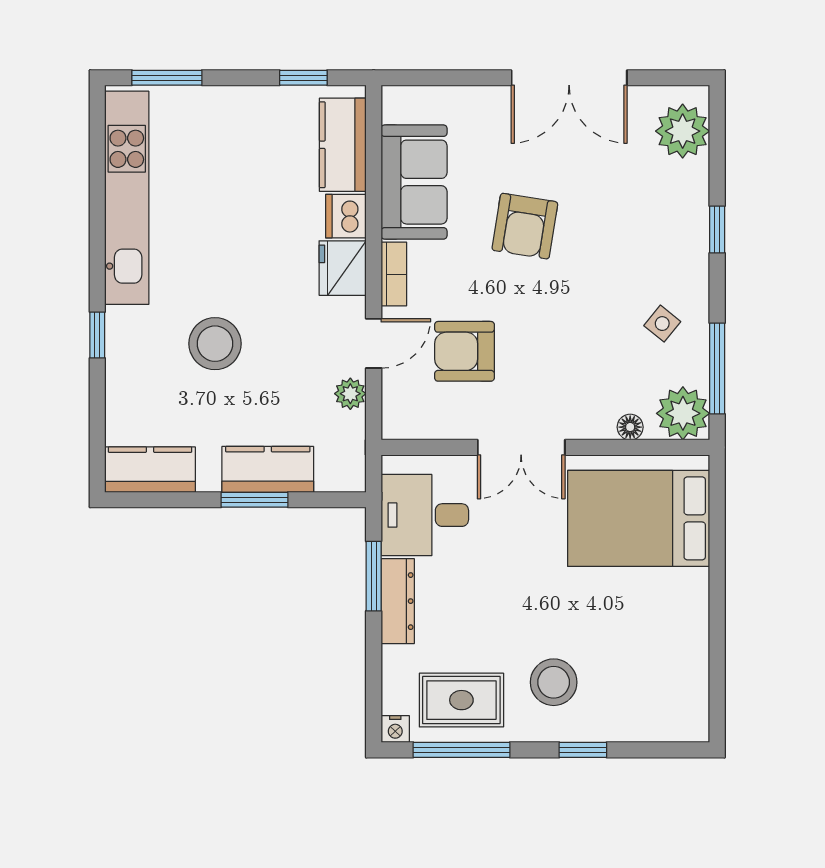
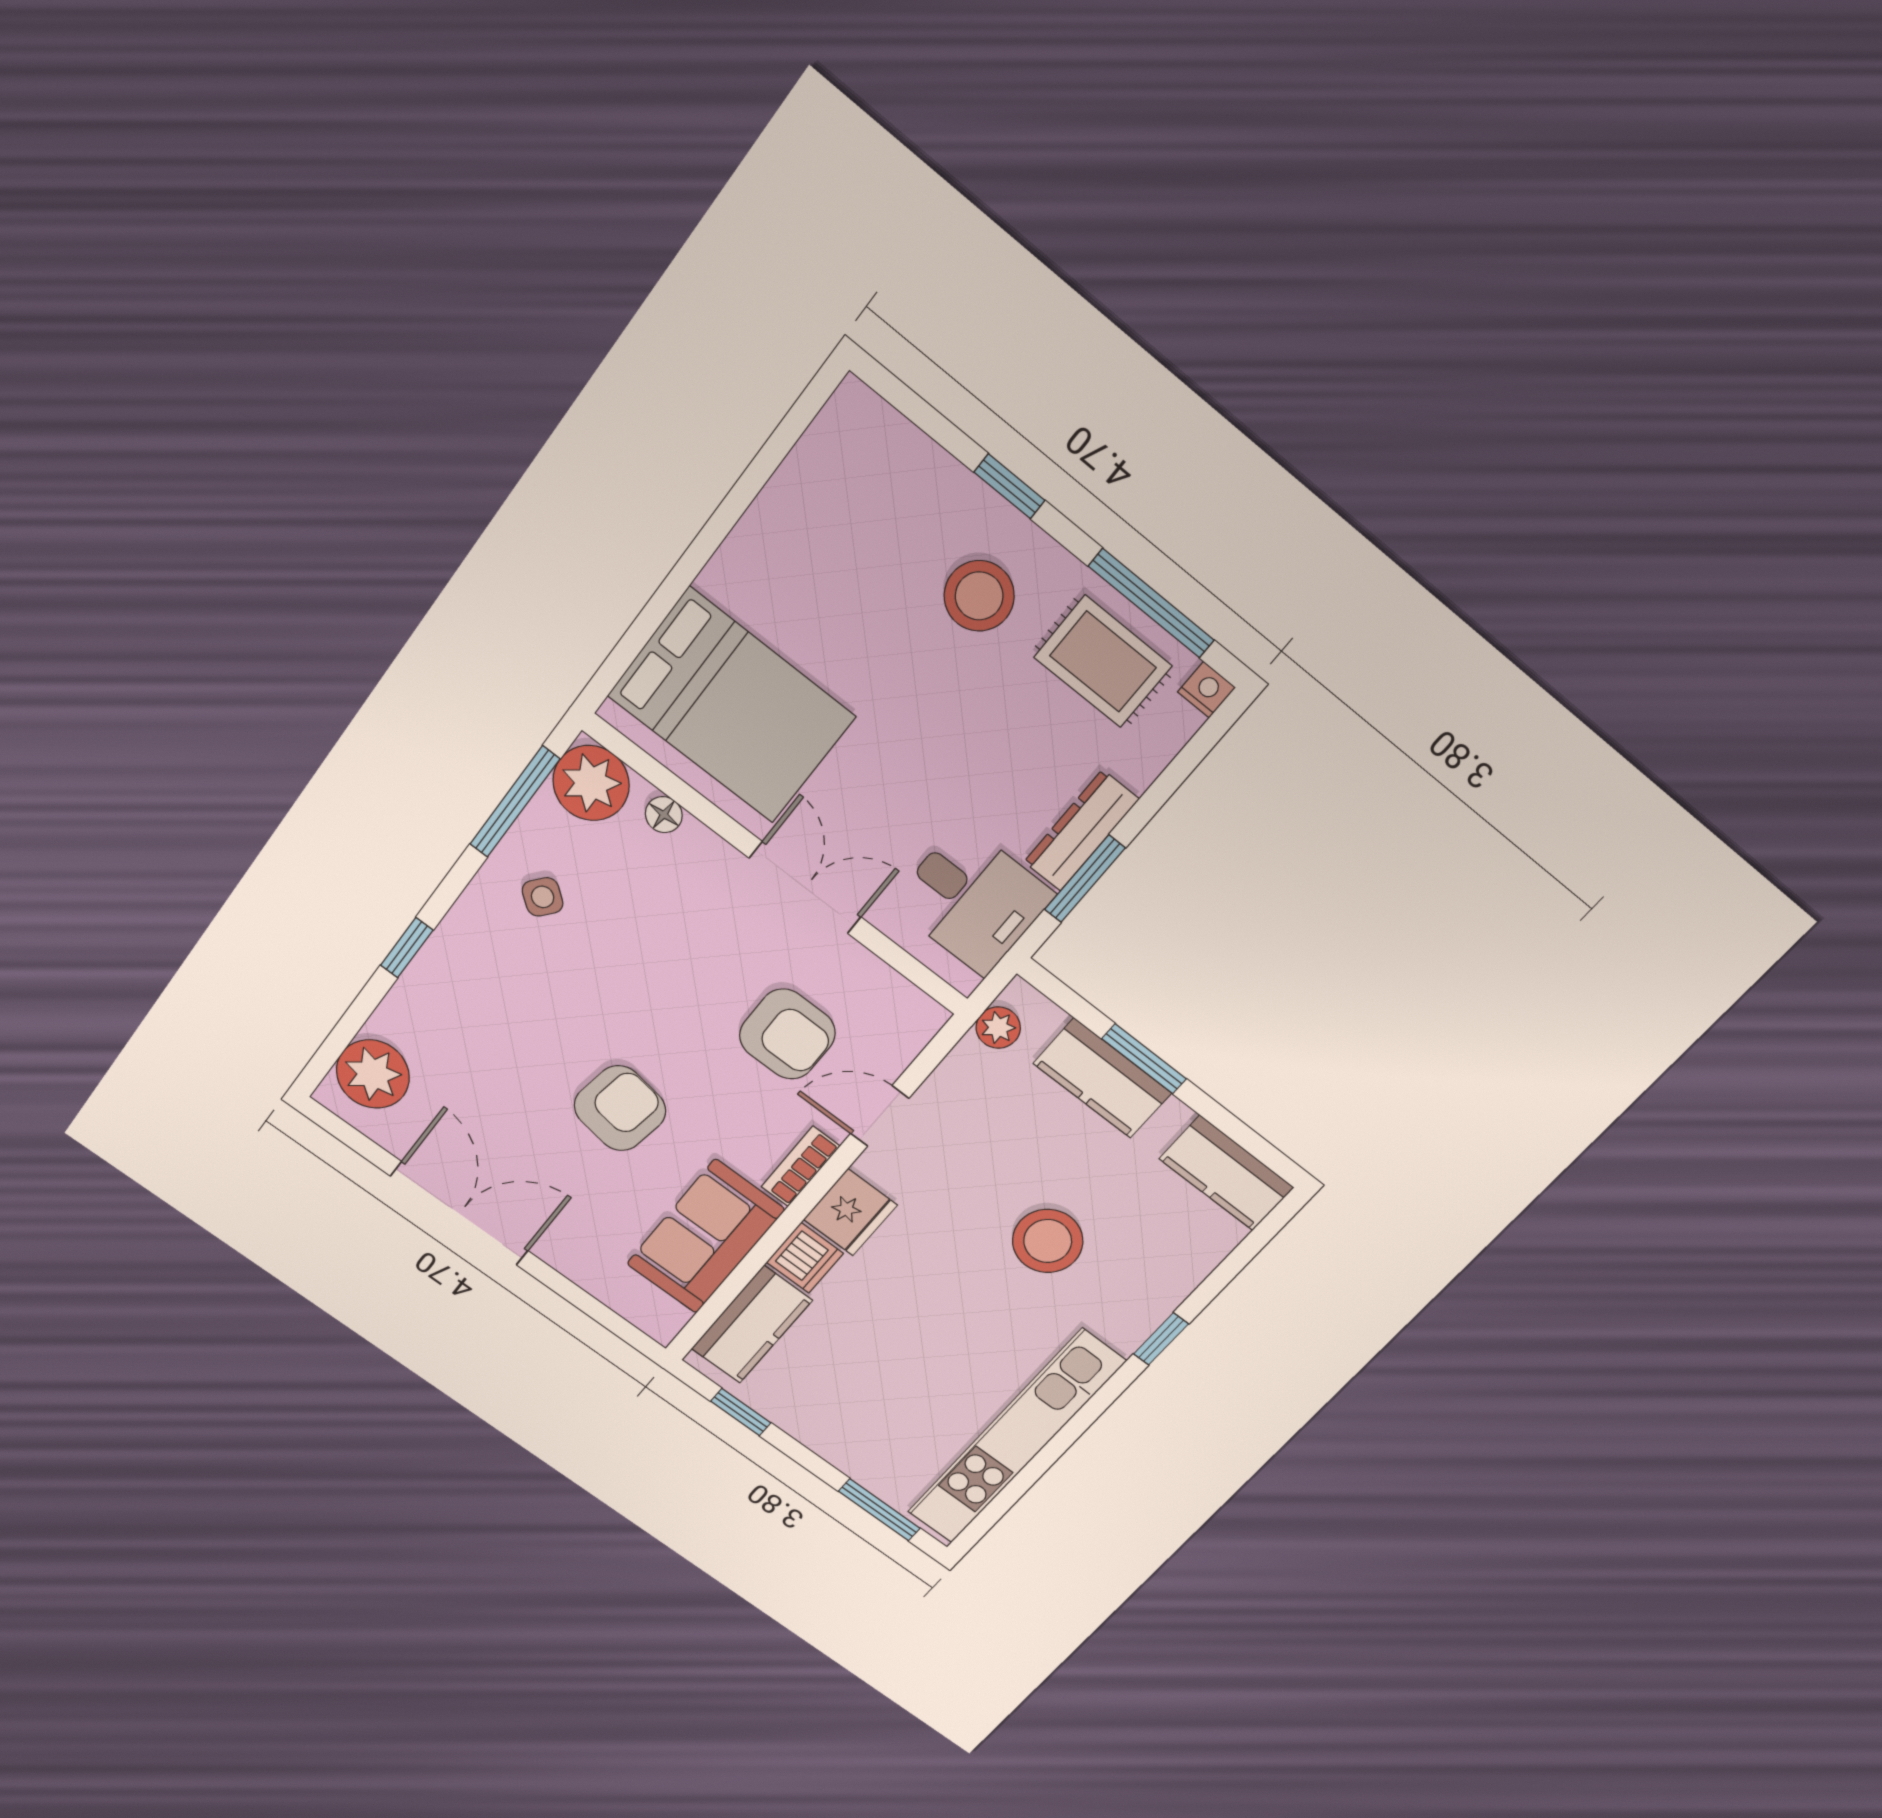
plant: (350, 394) -> (998, 1028), moved

